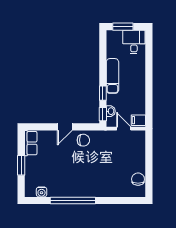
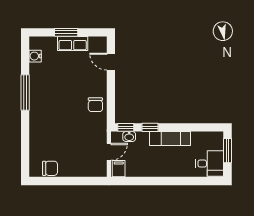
door: (65, 127) -> (111, 62), moved
row of seats: (31, 143) -> (73, 43), moved
window: (73, 201) -> (25, 93), width x0.68

